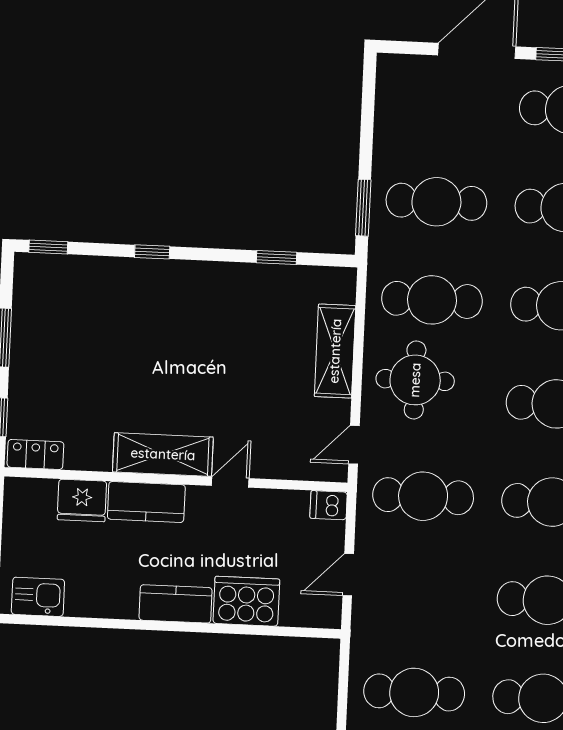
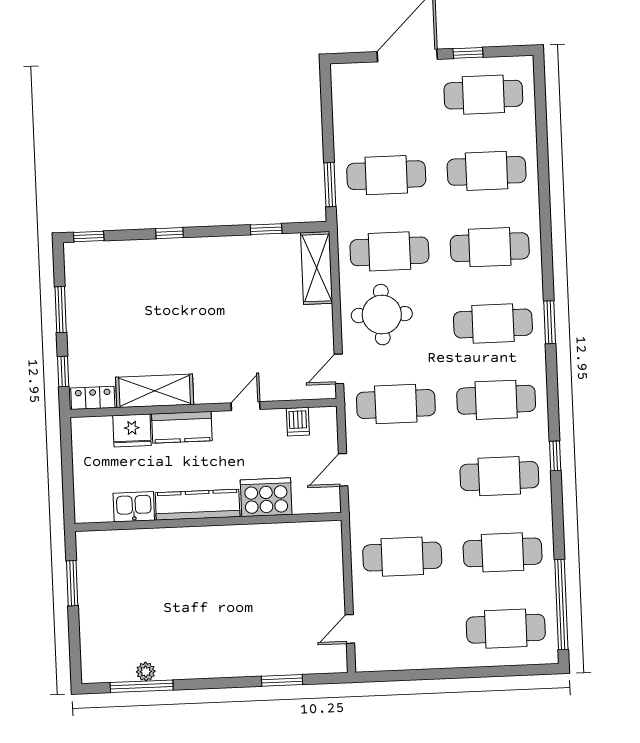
shelving: (335, 351) -> (317, 268), moved
shelving: (163, 454) -> (155, 391), moved
dishwasher: (329, 505) -> (298, 422), moved, turned -90
kitchen sink: (38, 597) -> (134, 507), moved
kitchen counter: (176, 604) -> (198, 505), width x1.50

